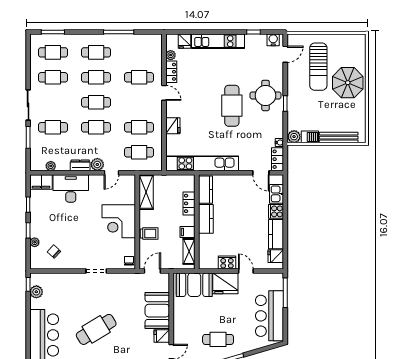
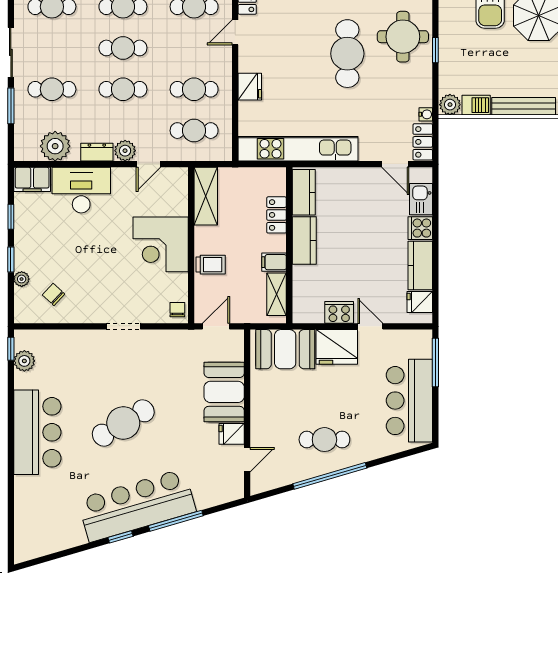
door: (164, 93) -> (235, 32), swing flipped
plant: (51, 166) -> (55, 146), width x1.88, depth x1.88

